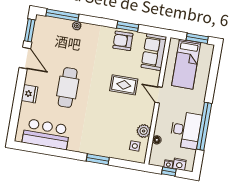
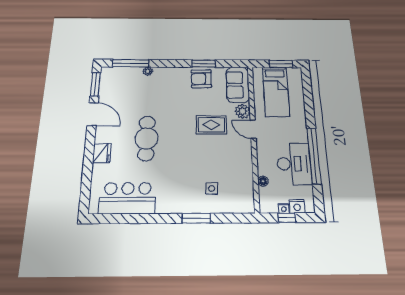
plant: (144, 131) -> (242, 111), moved
side table: (135, 146) -> (212, 188), moved

